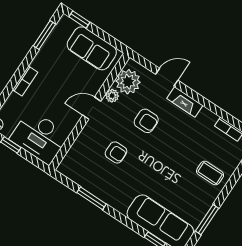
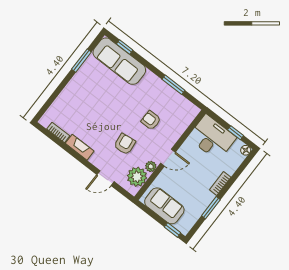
window: (45, 35) -> (211, 208), moved
fireplace: (185, 102) -> (80, 147), moved
armchair: (146, 121) -> (125, 144), turned 83
coffee table: (210, 173) -> (76, 98), removed

